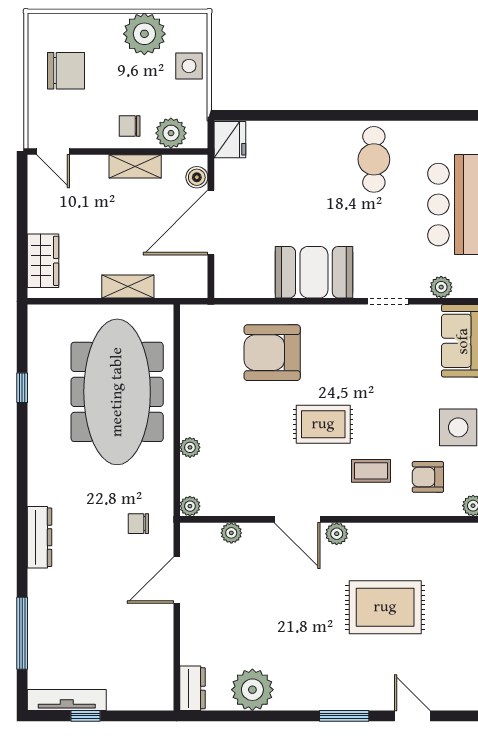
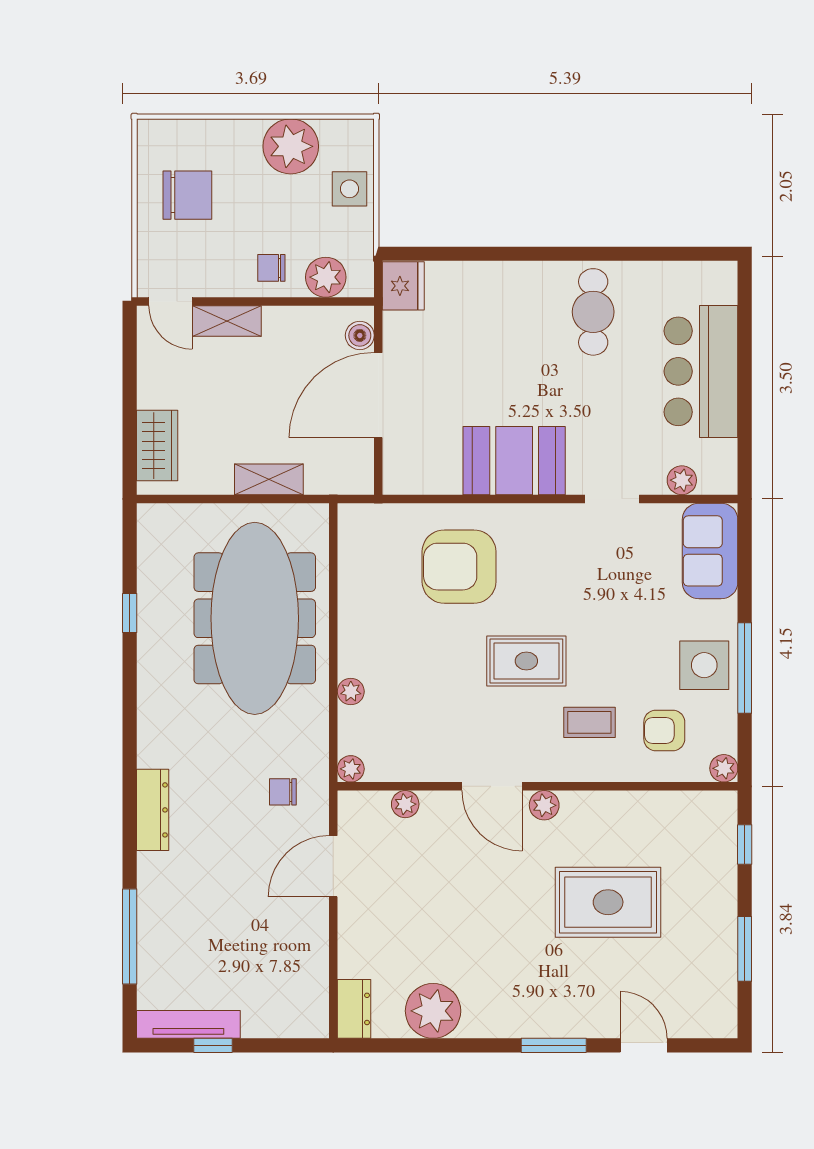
shelving: (135, 166) -> (227, 321), moved

